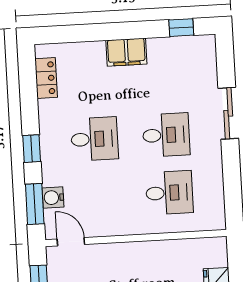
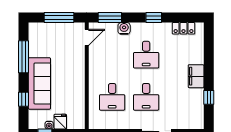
window: (181, 28) -> (209, 97), moved
window: (32, 149) -> (154, 17), moved
water cooler: (53, 198) -> (124, 28), moved

